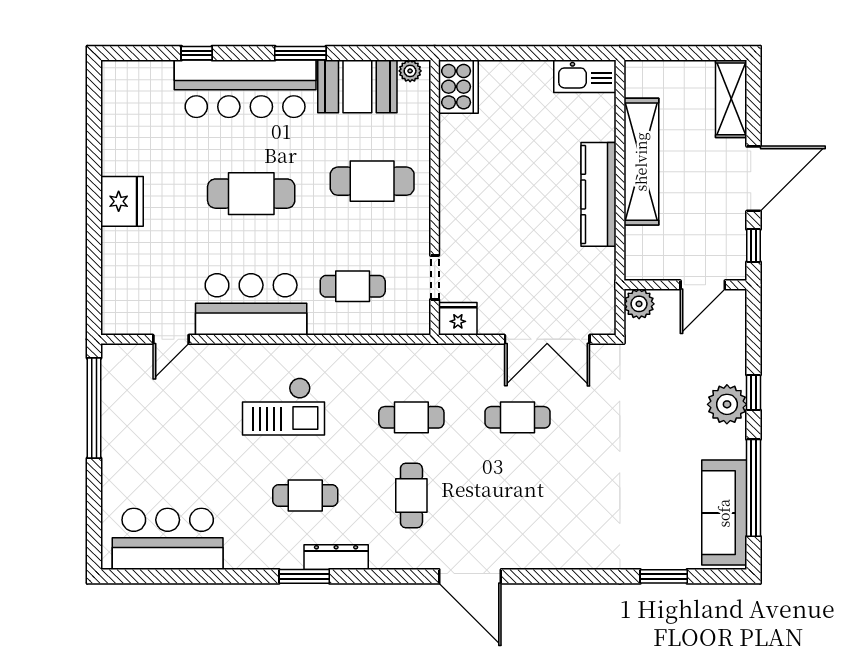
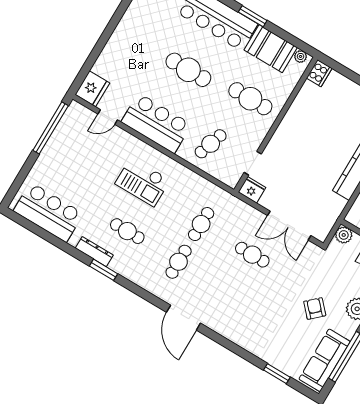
cooker: (458, 87) -> (319, 73), width x0.73, depth x0.76
fridge: (122, 201) -> (92, 89), moved
cafe table: (353, 286) -> (211, 144), turned -72
cafe table: (411, 417) -> (201, 224), turned 90
armchair: (662, 442) -> (315, 308), added
dresser: (336, 557) -> (94, 252), moved

